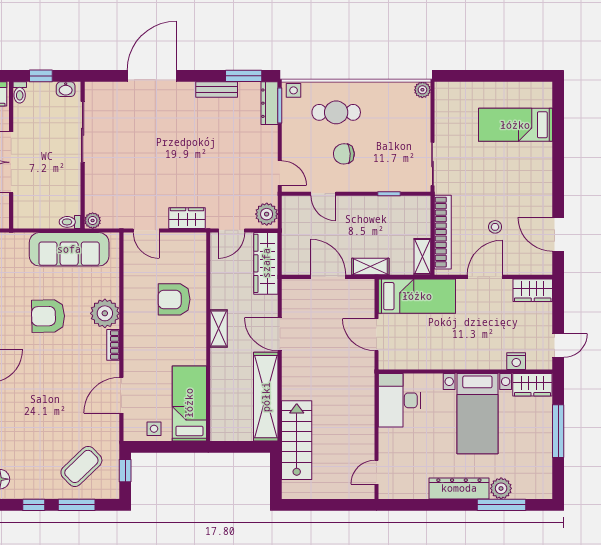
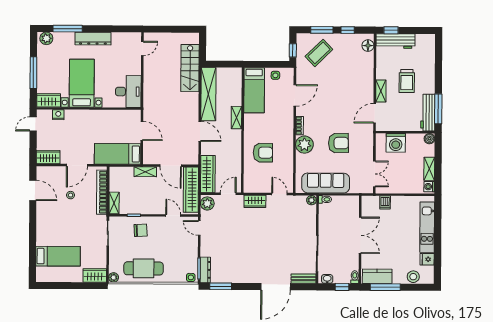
bench: (217, 90) -> (303, 279), moved
wardrobe: (454, 93) -> (95, 275), added
cafe table: (336, 112) -> (144, 268), moved, width x1.37, depth x1.35
chair: (344, 154) -> (141, 230), moved
wardrobe: (294, 237) -> (191, 190), added
shelving: (422, 257) -> (114, 203), moved
shelving: (219, 328) -> (236, 118), moved
plant: (501, 488) -> (46, 38), moved

